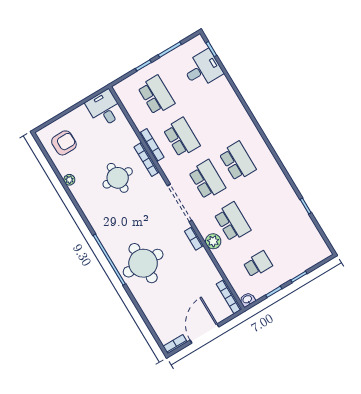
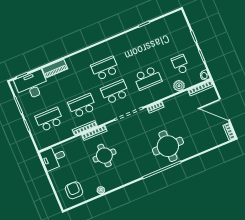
desk: (203, 69) -> (32, 85), width x1.37
piano: (227, 93) -> (55, 69), added
school desk: (232, 222) -> (148, 78), turned 180
plant: (213, 241) -> (179, 86), moved

